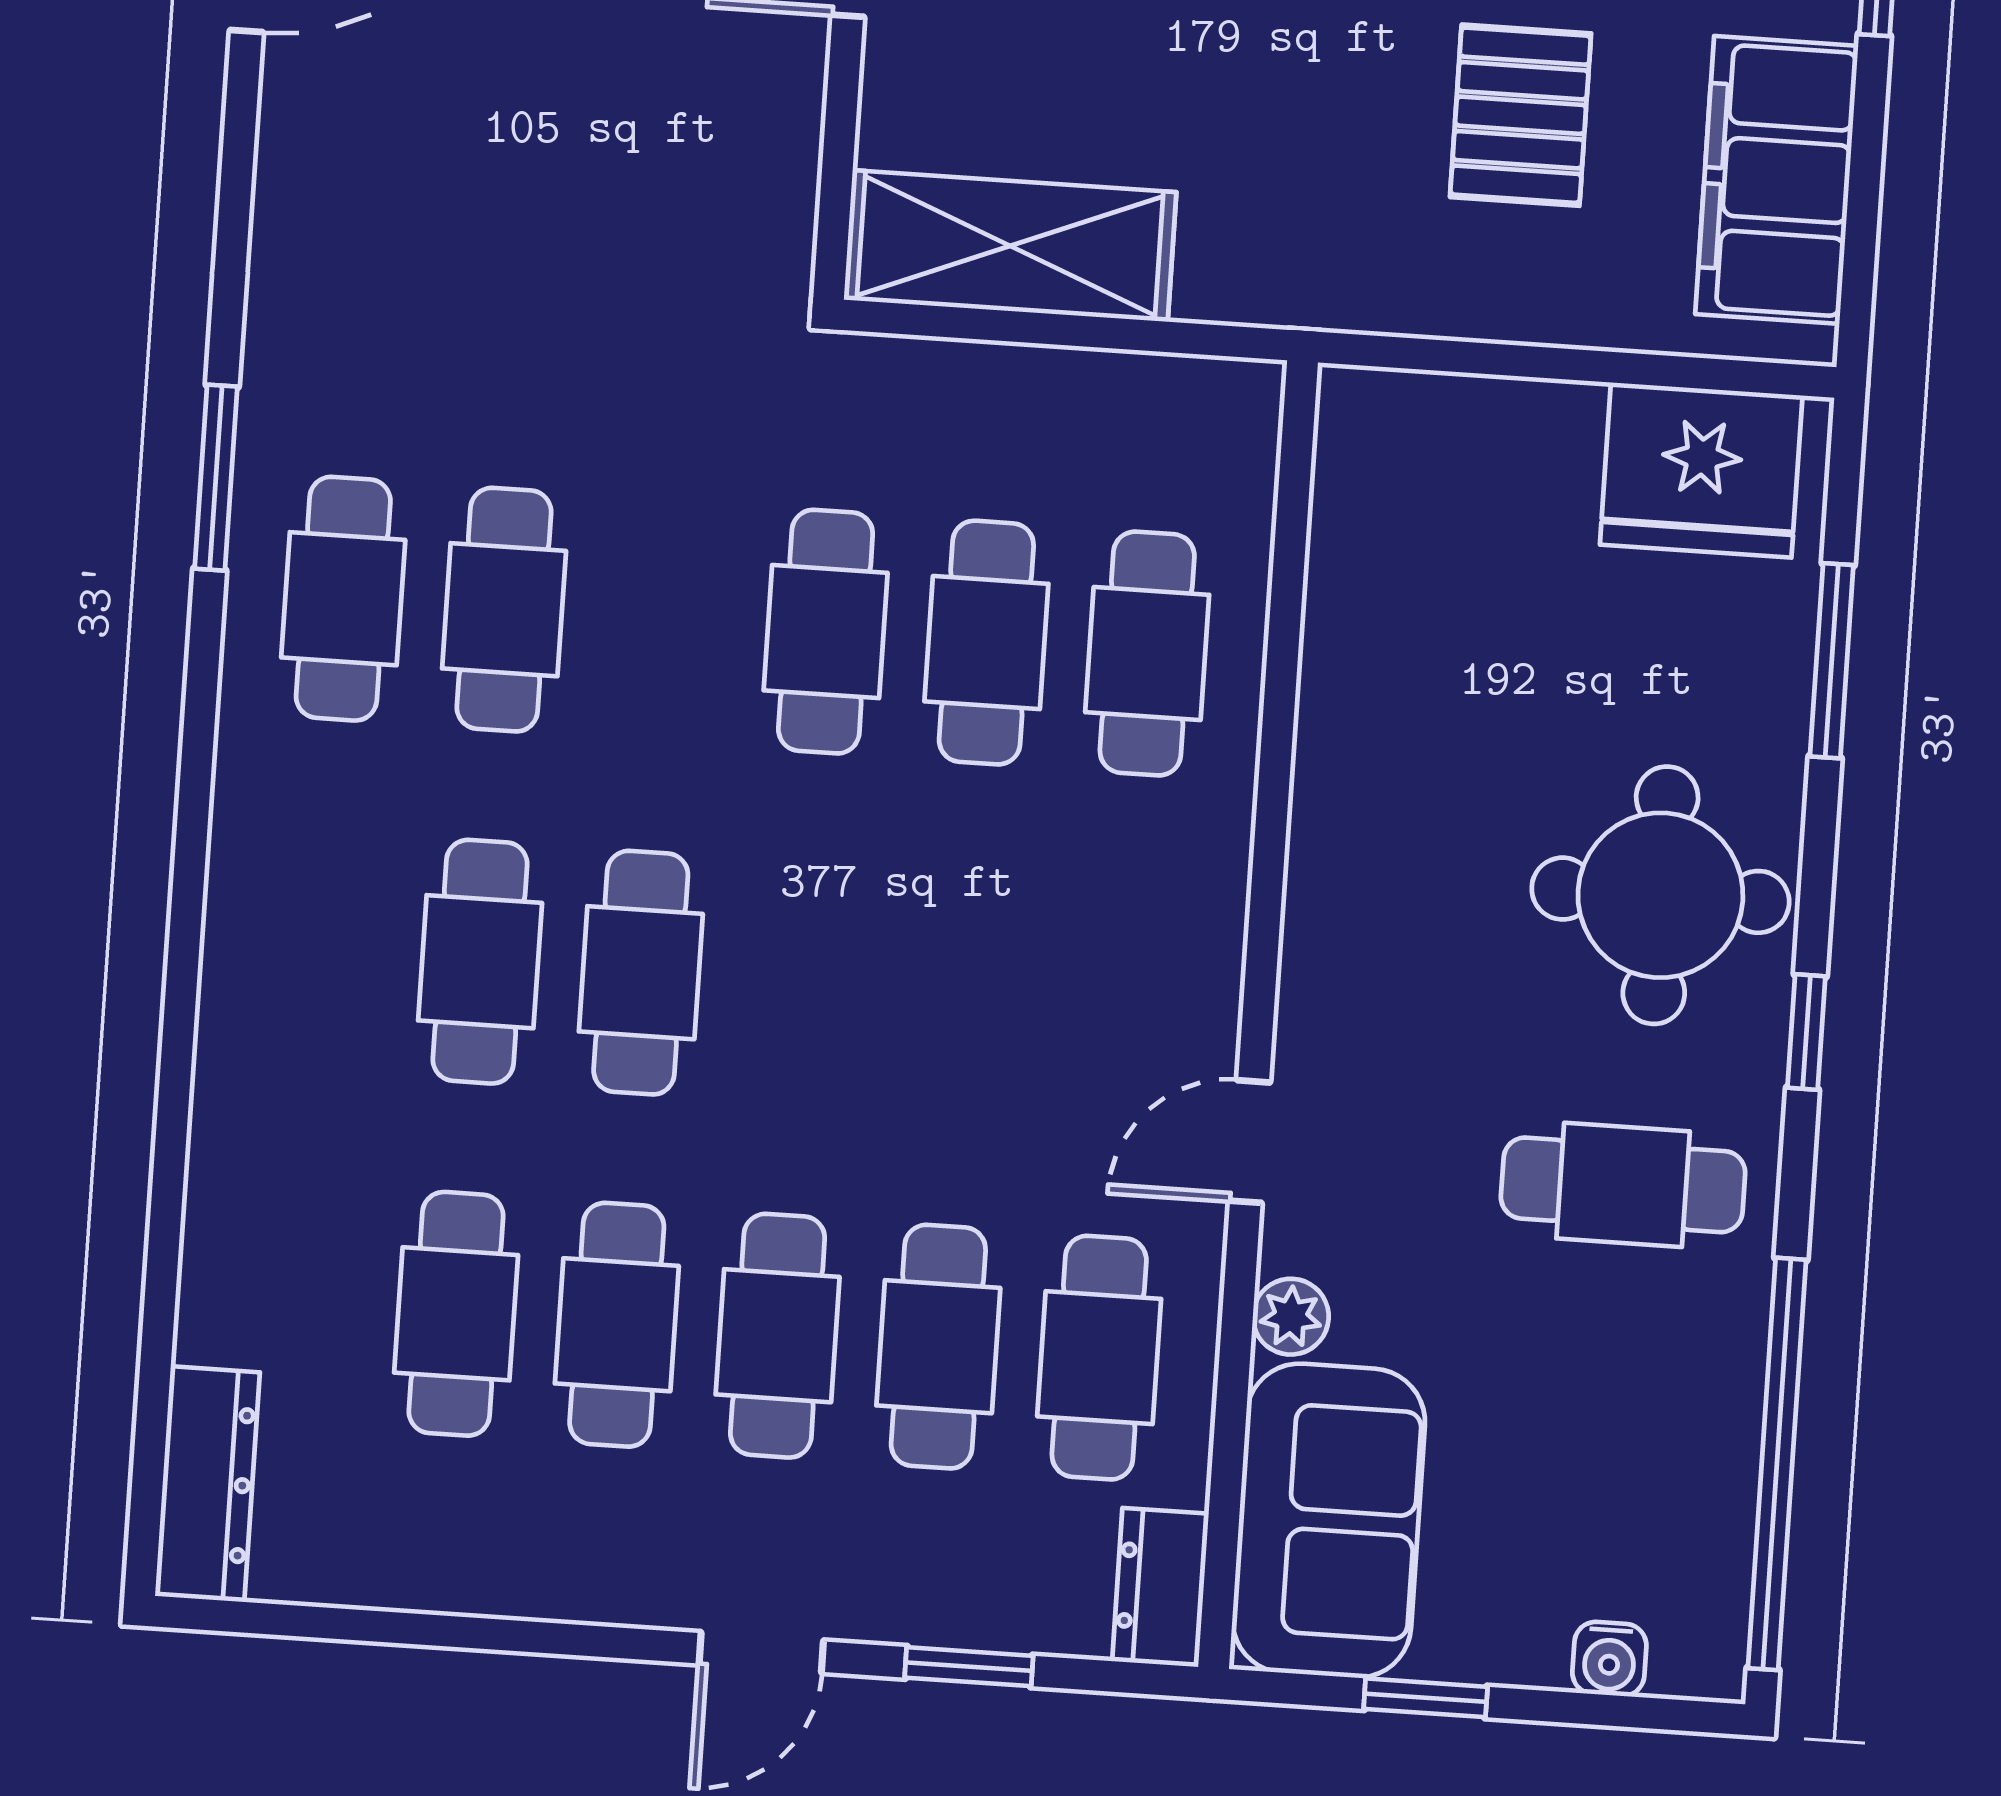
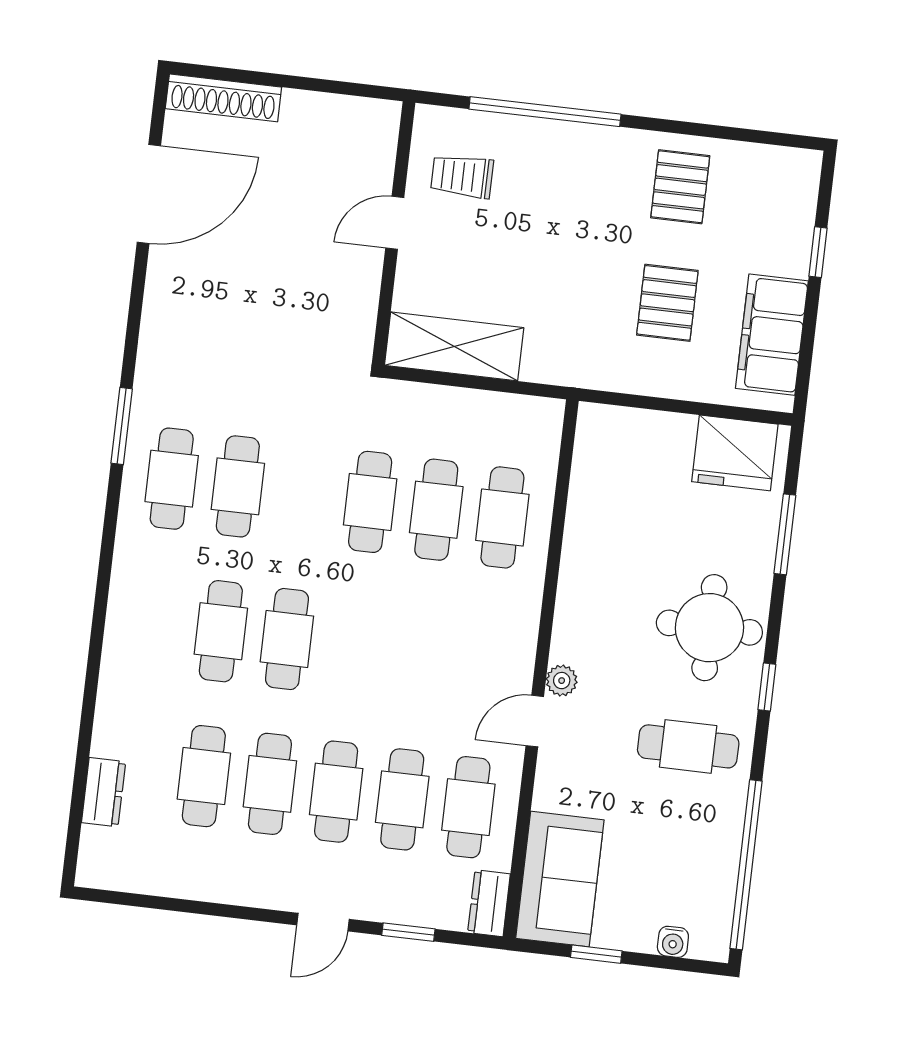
plant: (1291, 1317) -> (562, 681), moved
dresser: (207, 1483) -> (104, 792), moved, width x0.70

